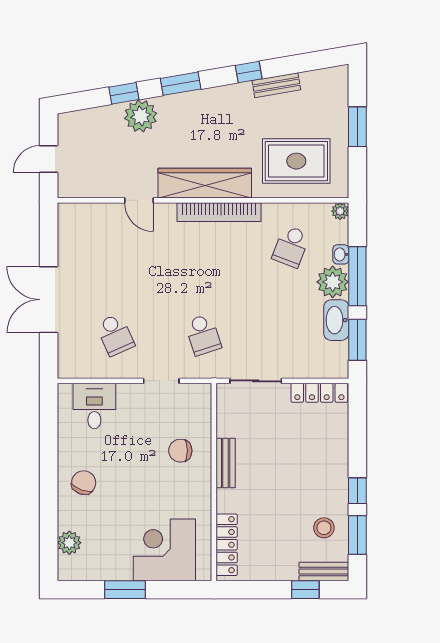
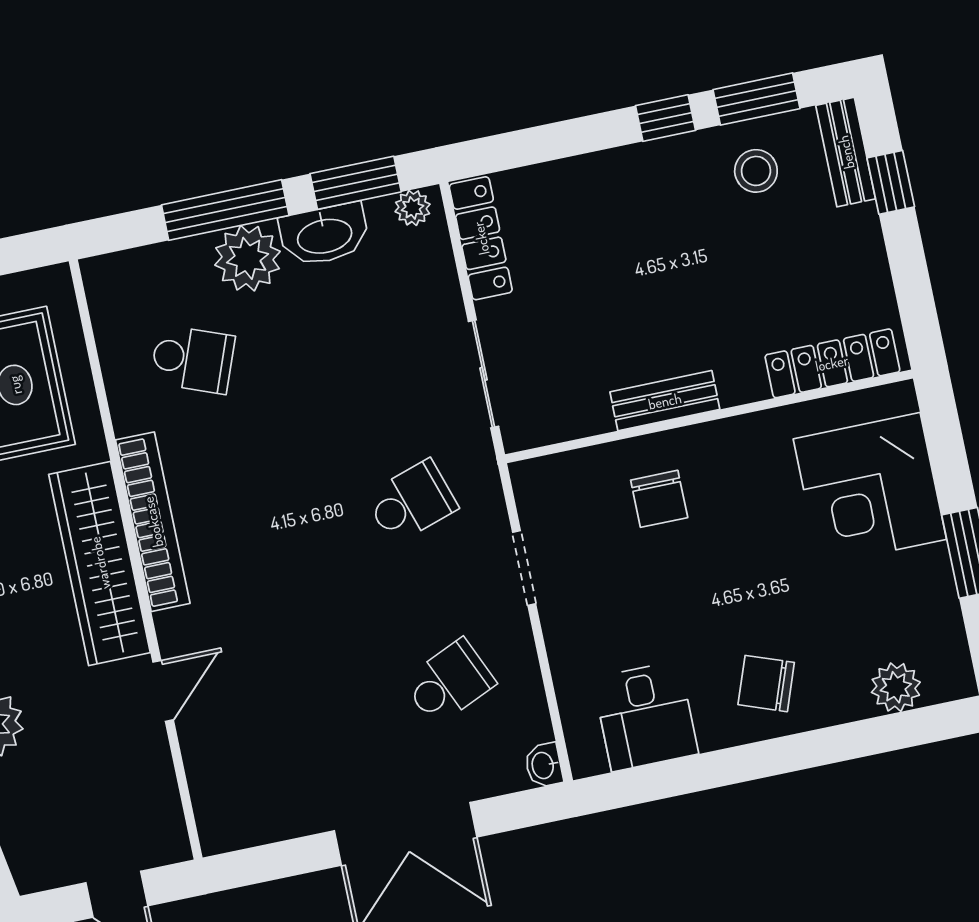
plant: (340, 211) -> (413, 208), moved
washbasin: (341, 254) -> (544, 765), moved, turned 90
desk: (94, 406) -> (645, 716), moved, turned -90

